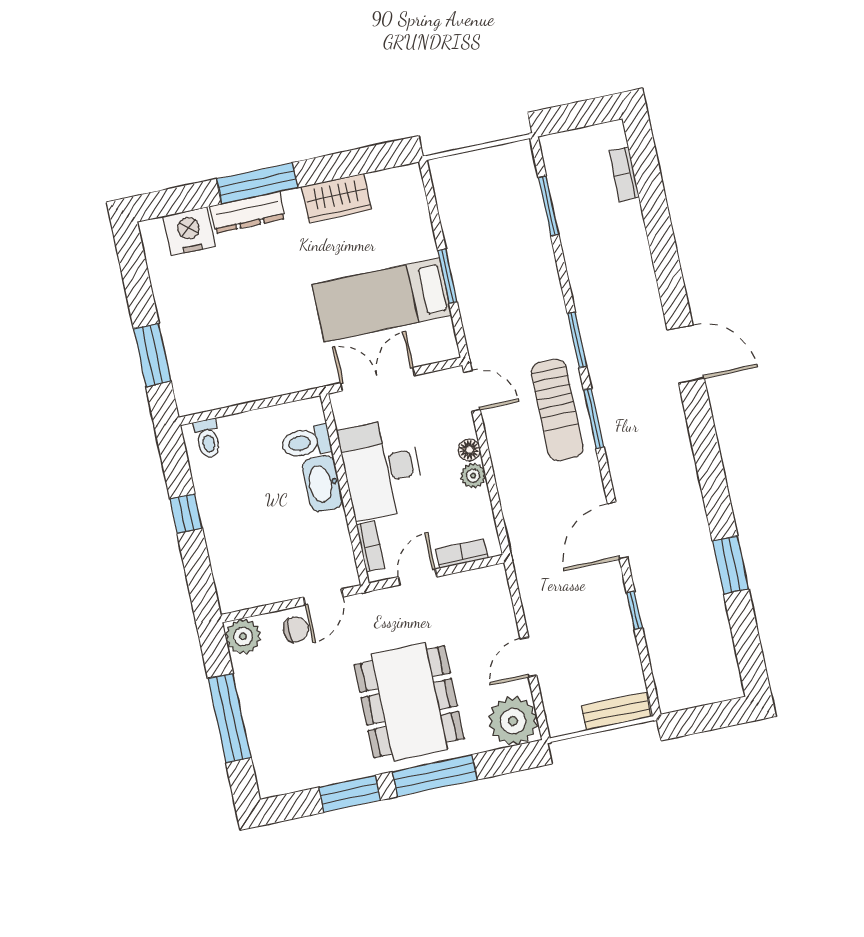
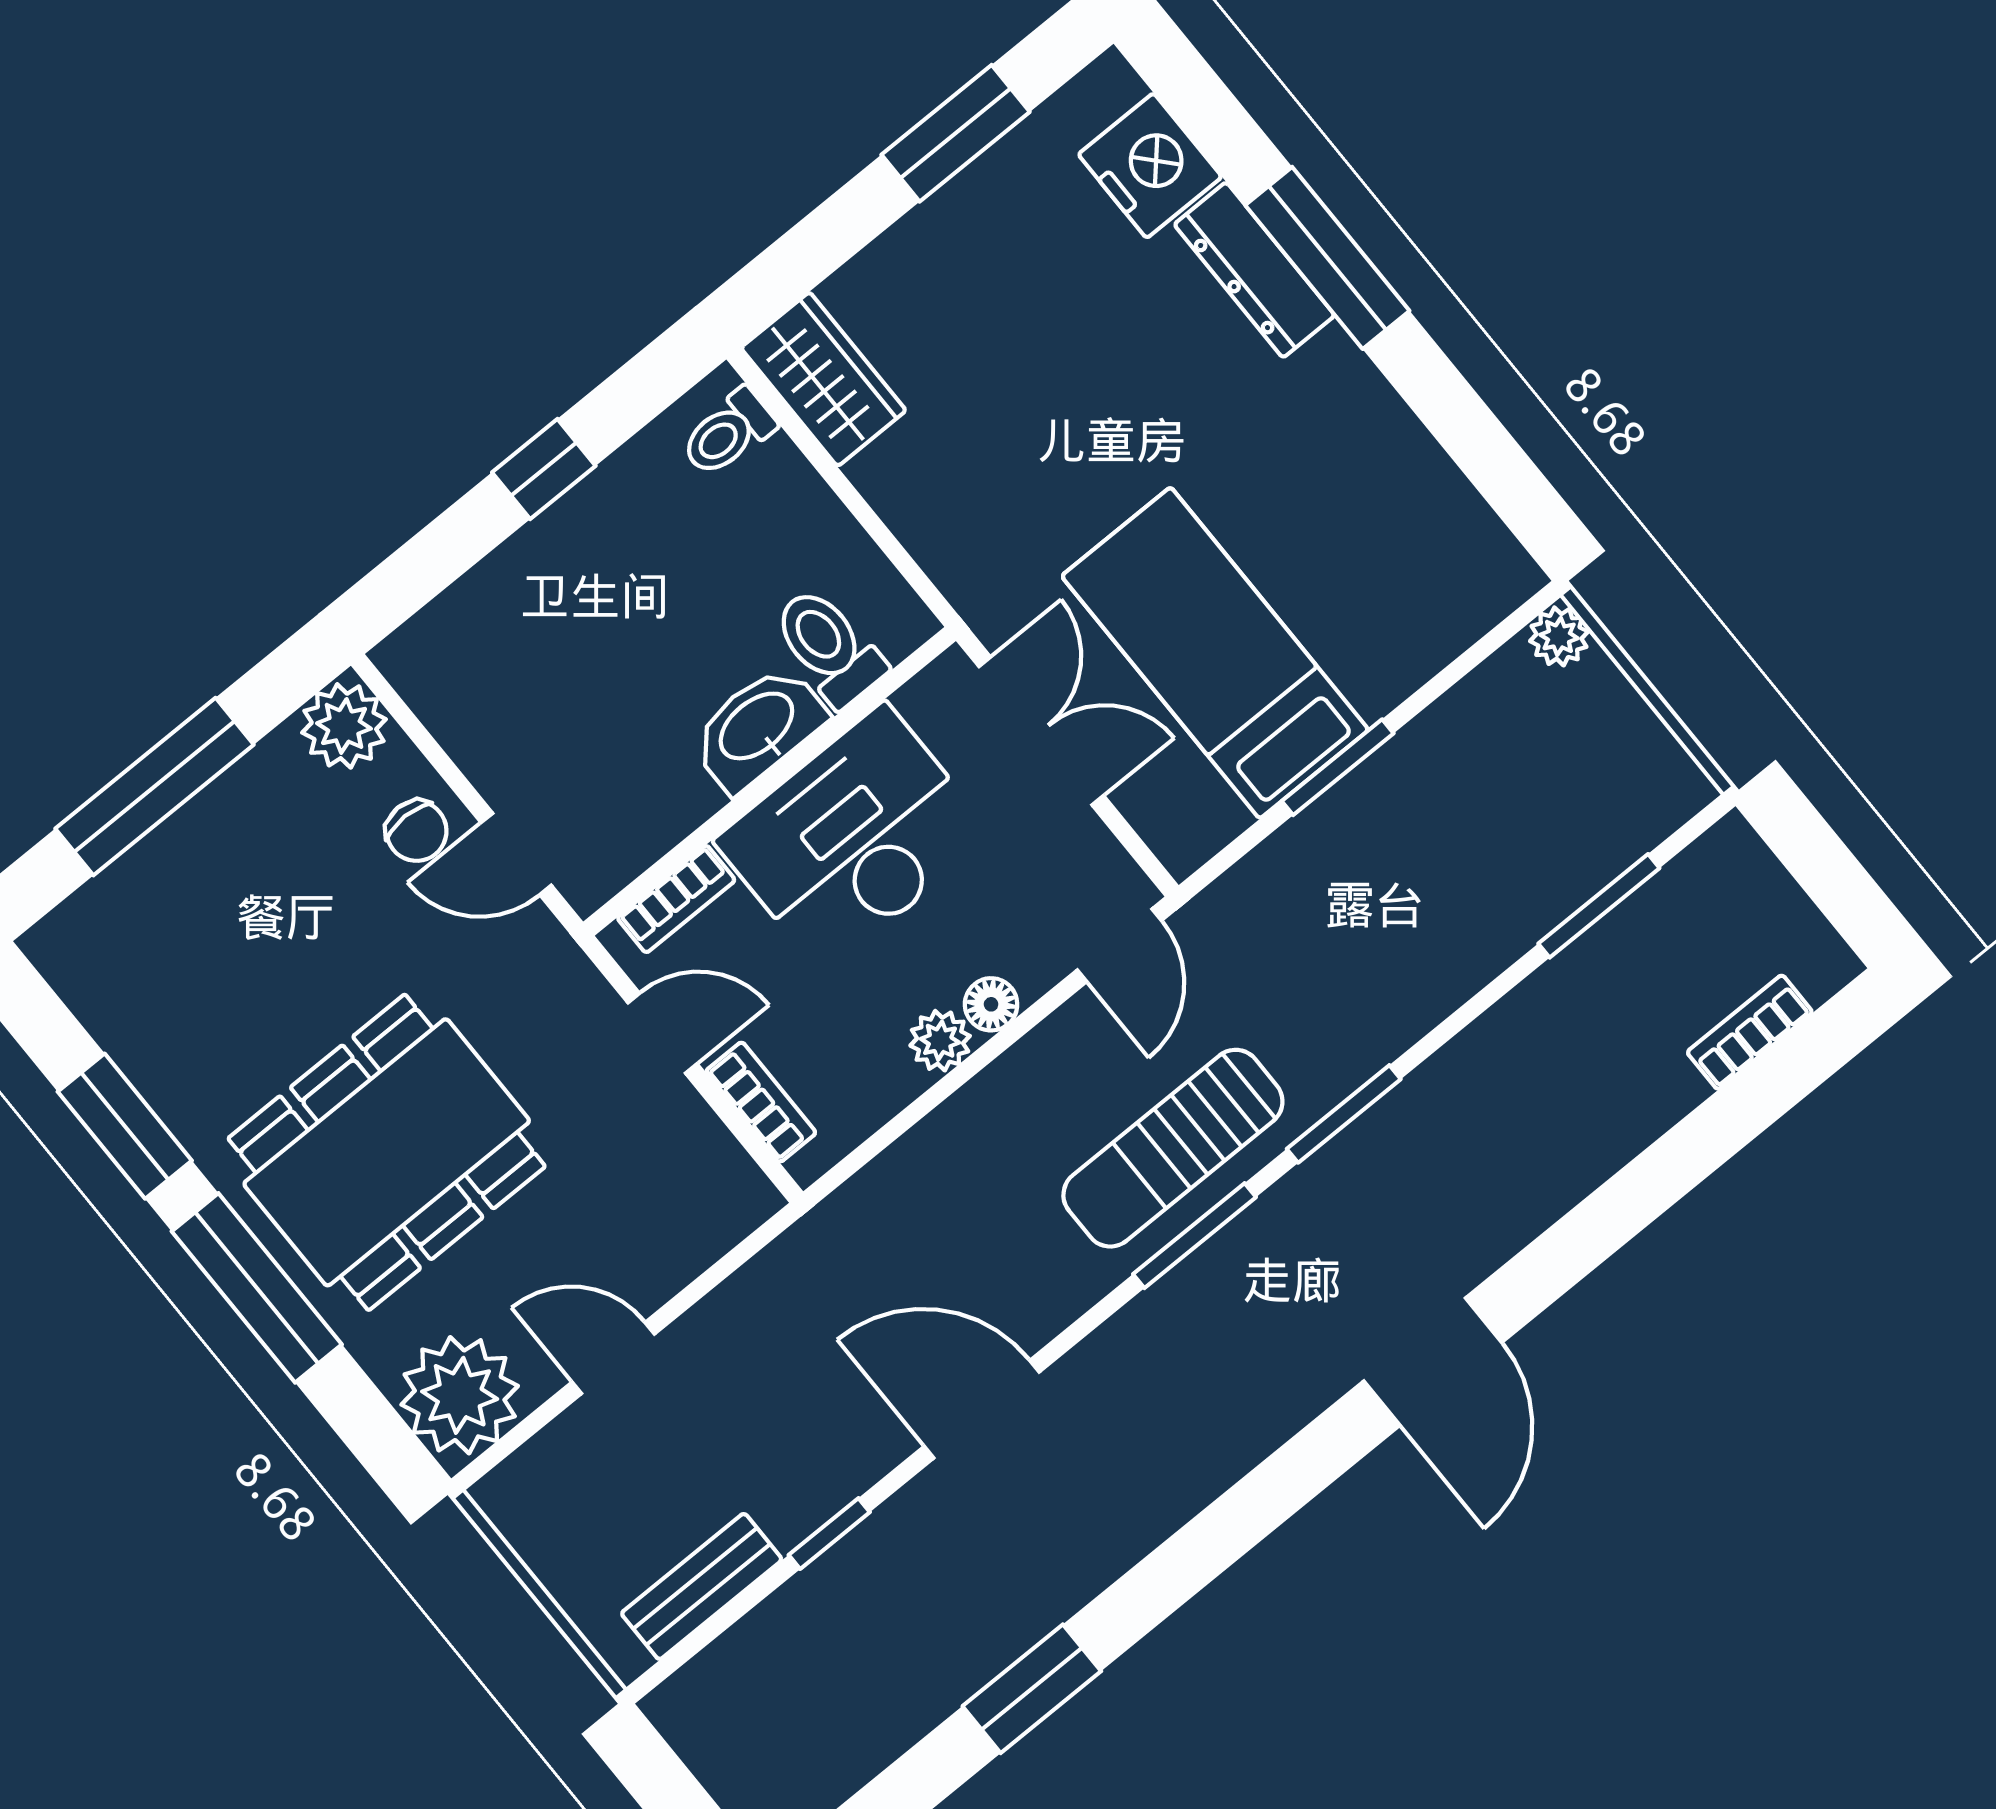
plant: (441, 169) -> (1559, 636), added
wardrobe: (336, 198) -> (823, 379), moved, turned 180
window: (152, 355) -> (956, 133), moved
bench: (616, 711) -> (702, 1586), moved, turned 90

